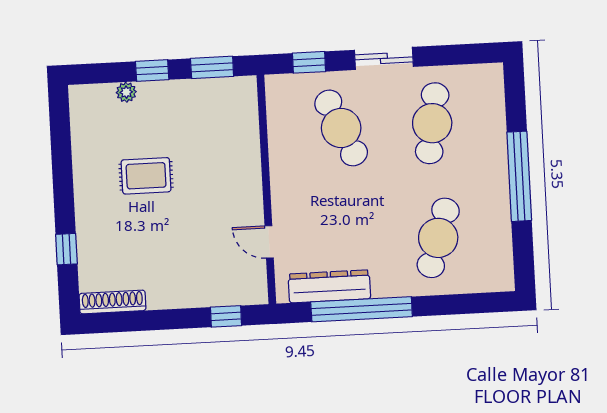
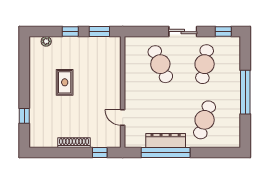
window: (309, 62) -> (223, 32), moved
plant: (126, 92) -> (46, 41), moved
rug: (146, 176) -> (65, 82), turned 90
dresser: (329, 286) -> (166, 141), moved
shoe rack: (112, 302) -> (74, 143), moved

